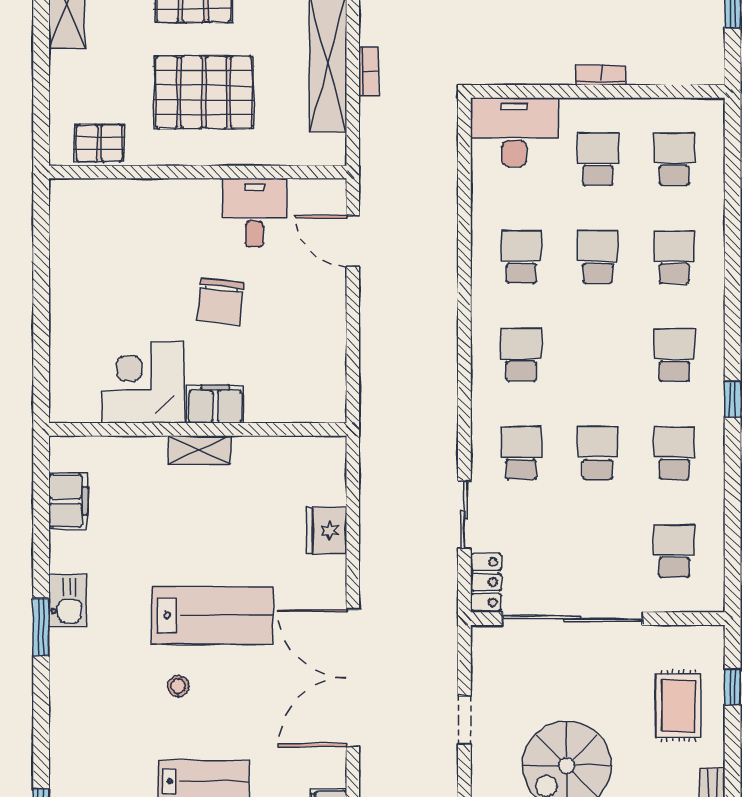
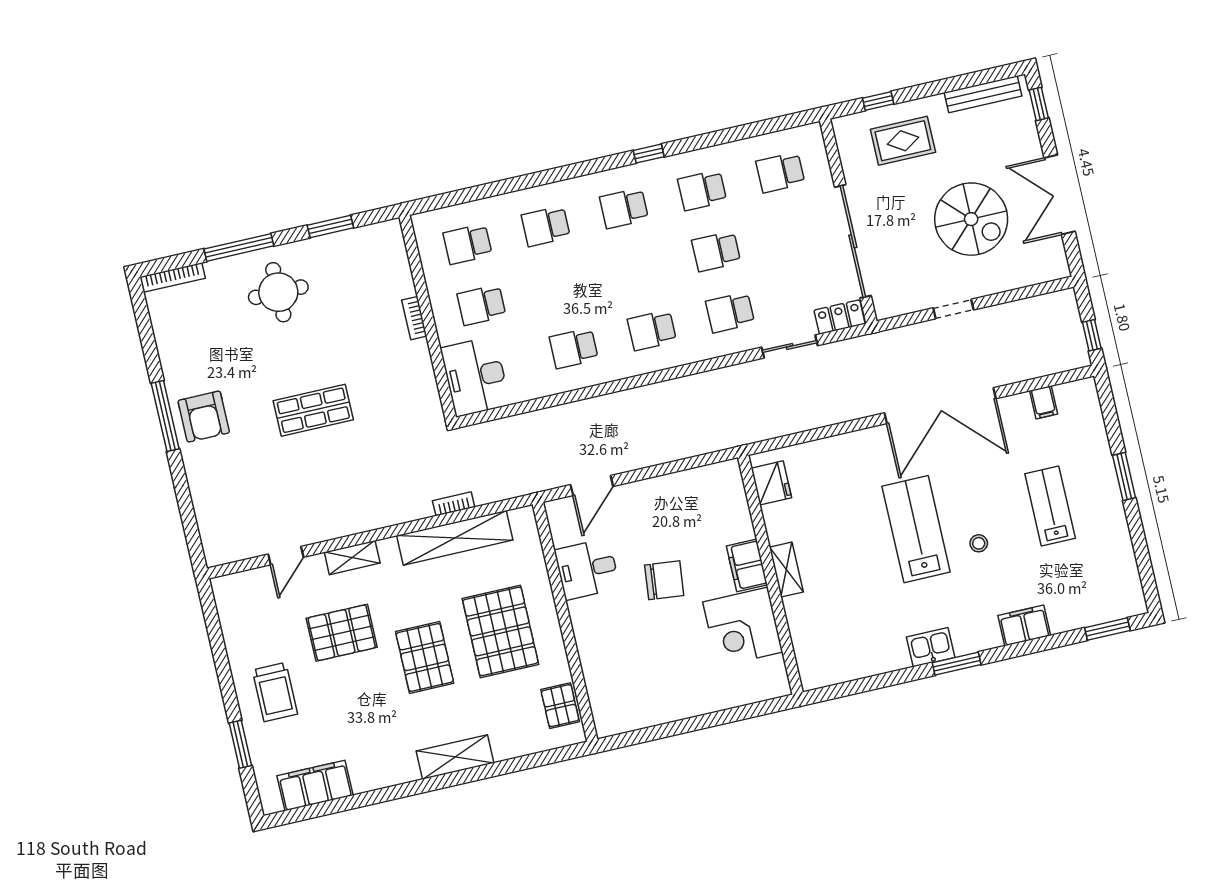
school desk: (598, 257) -> (560, 287), removed
filing cabinet: (68, 501) -> (1024, 626), moved
fridge: (327, 530) -> (771, 483), moved, turned -90

